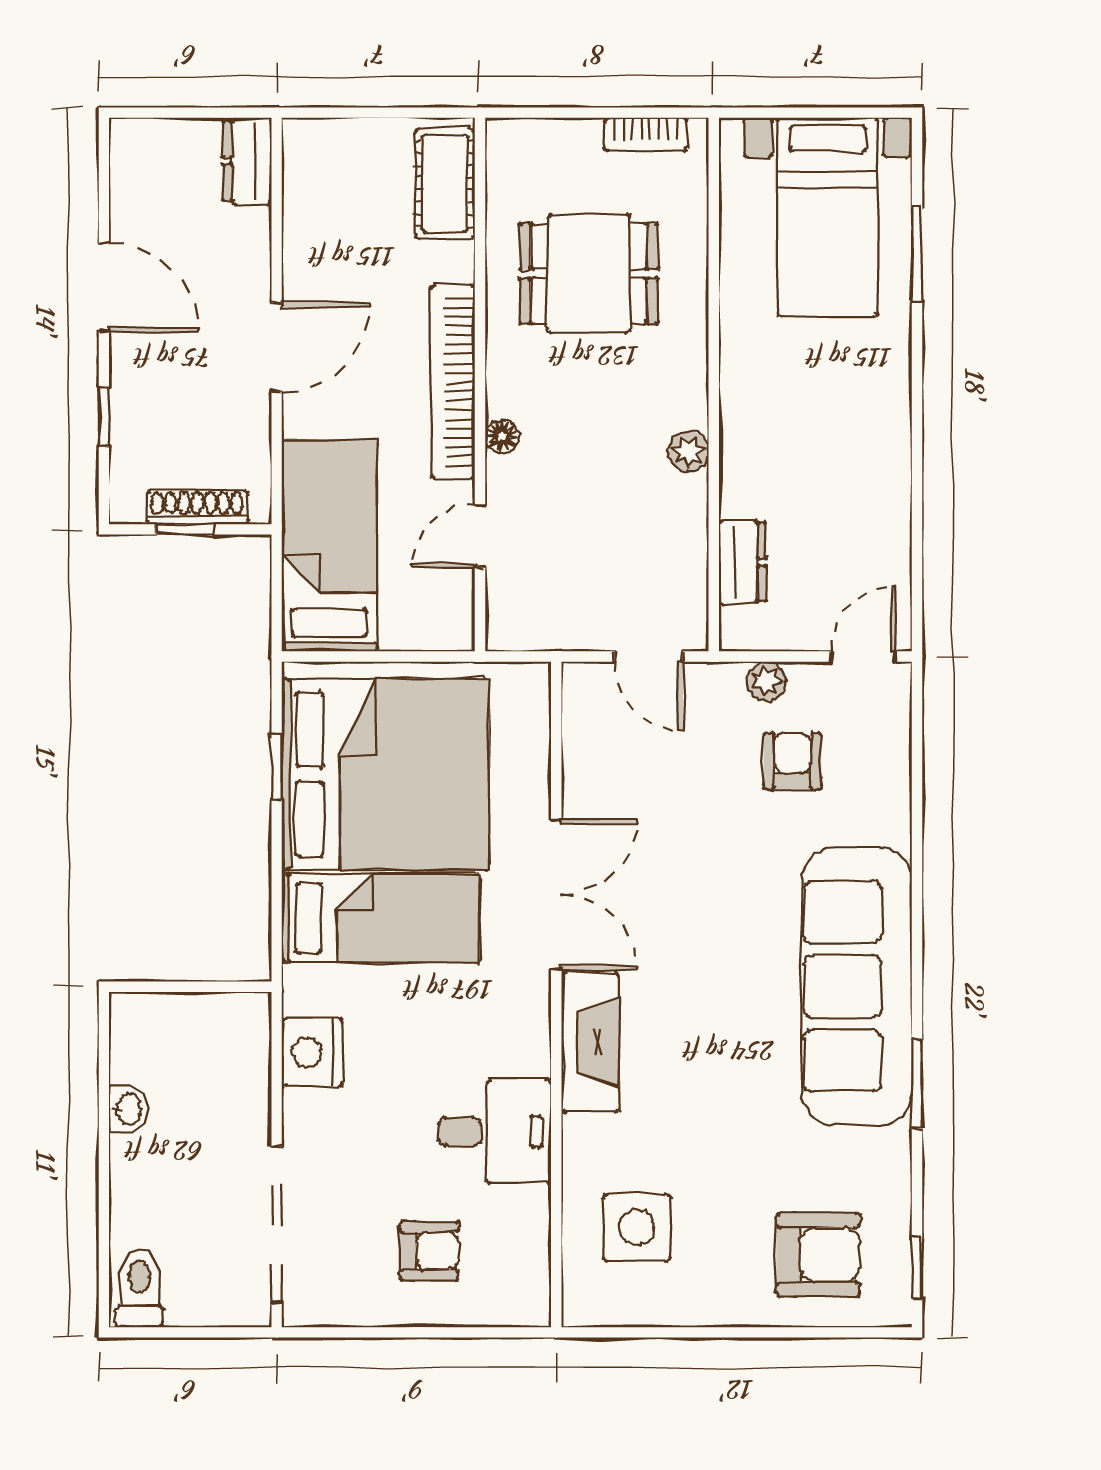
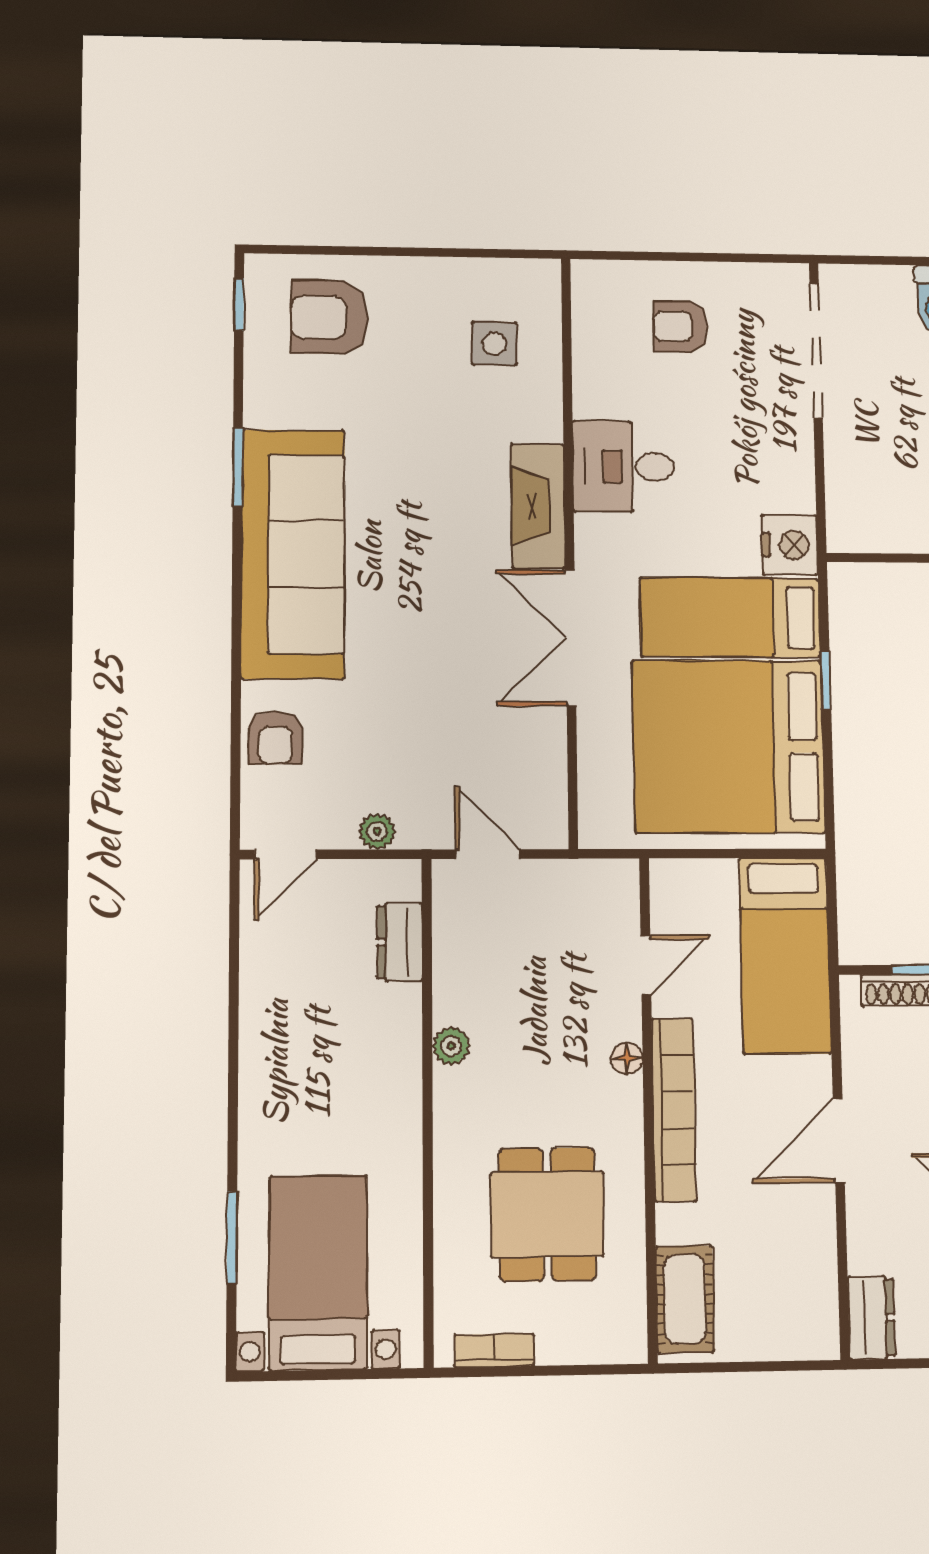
dining table: (589, 274) -> (547, 1214), turned 90
armchair: (792, 761) -> (275, 738), moved
window: (277, 767) -> (826, 680), moved
nightstand: (312, 1052) -> (790, 545), moved
desk: (495, 1132) -> (624, 466), moved
side table: (636, 1227) -> (494, 344), width x0.73, depth x0.73

